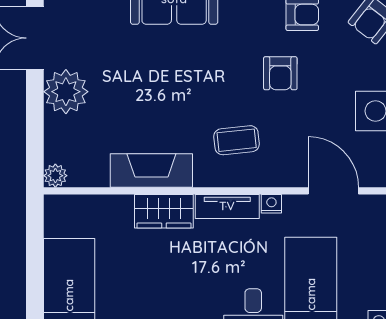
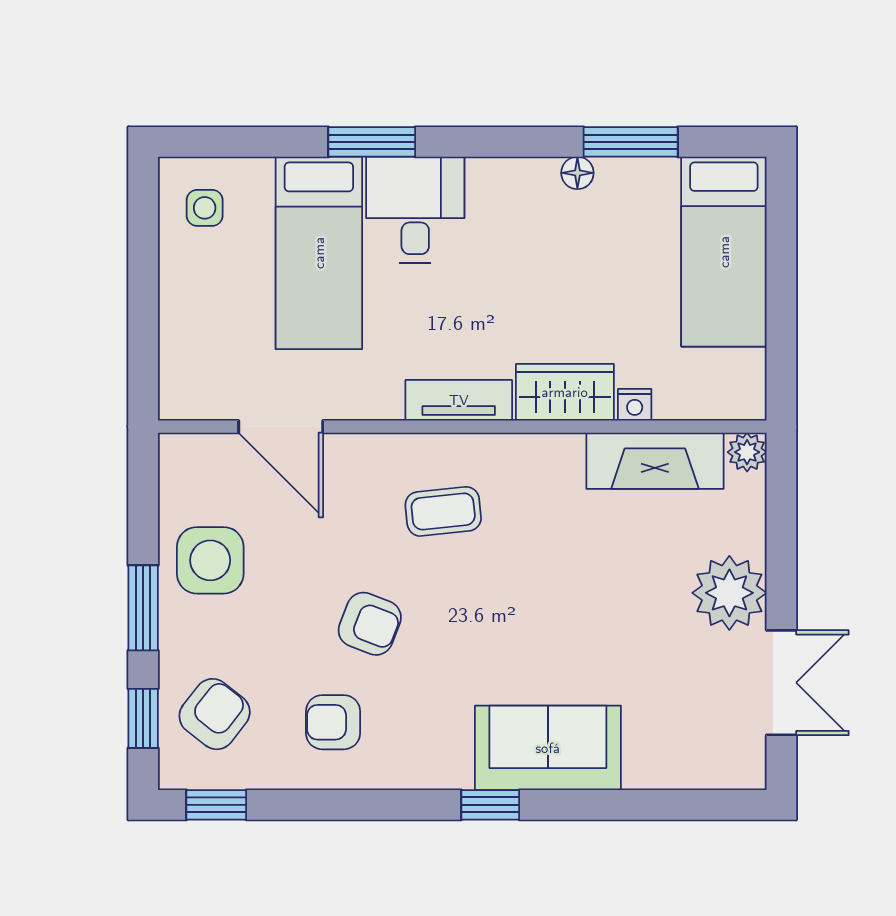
armchair: (280, 73) -> (370, 624), turned 111
fireplace: (151, 170) -> (655, 461), moved
nightstand: (271, 204) -> (635, 405), moved

